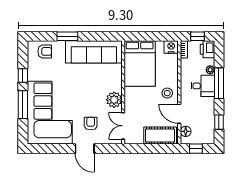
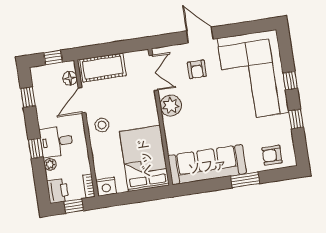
window: (219, 83) -> (36, 148), width x0.46
window: (23, 105) -> (290, 81), width x0.46
door: (179, 114) -> (82, 100), swing flipped

